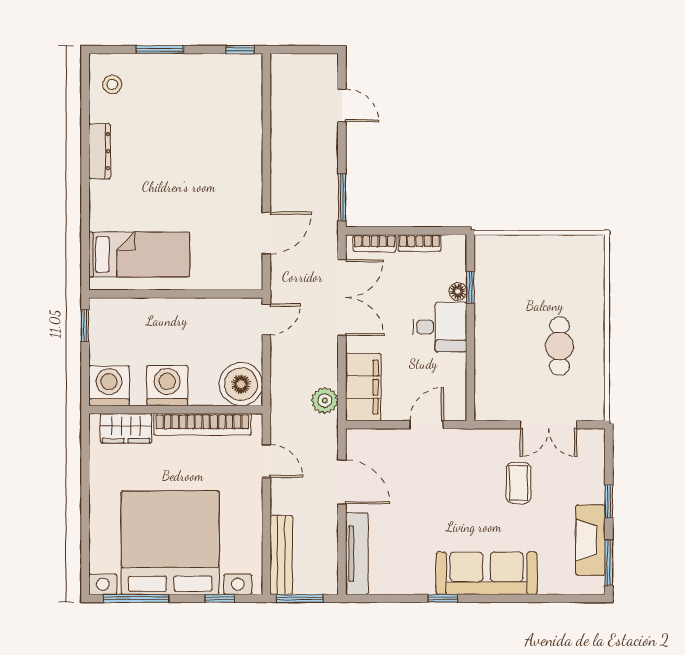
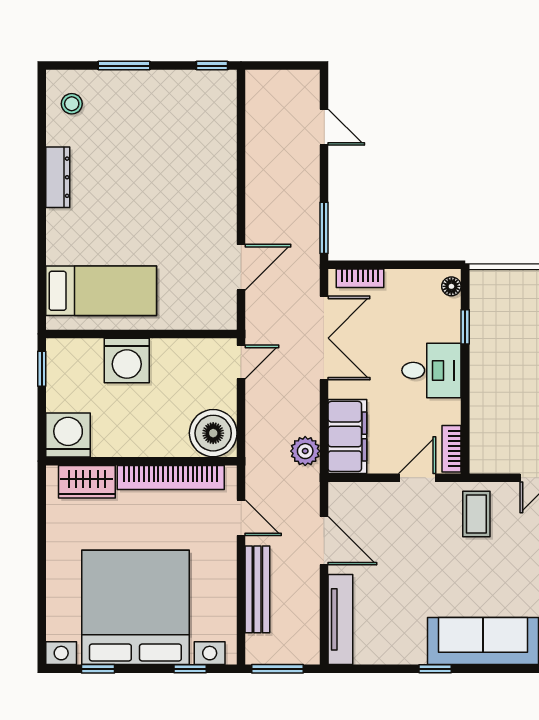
bookcase: (419, 243) -> (452, 449), moved, turned 90
floor lamp: (458, 291) -> (451, 286), moved
washing machine: (167, 385) -> (127, 360), moved, turned 180
coffee table: (518, 483) -> (476, 514), moved
bench: (281, 555) -> (257, 589), moved
window: (136, 598) -> (98, 669), width x0.46

